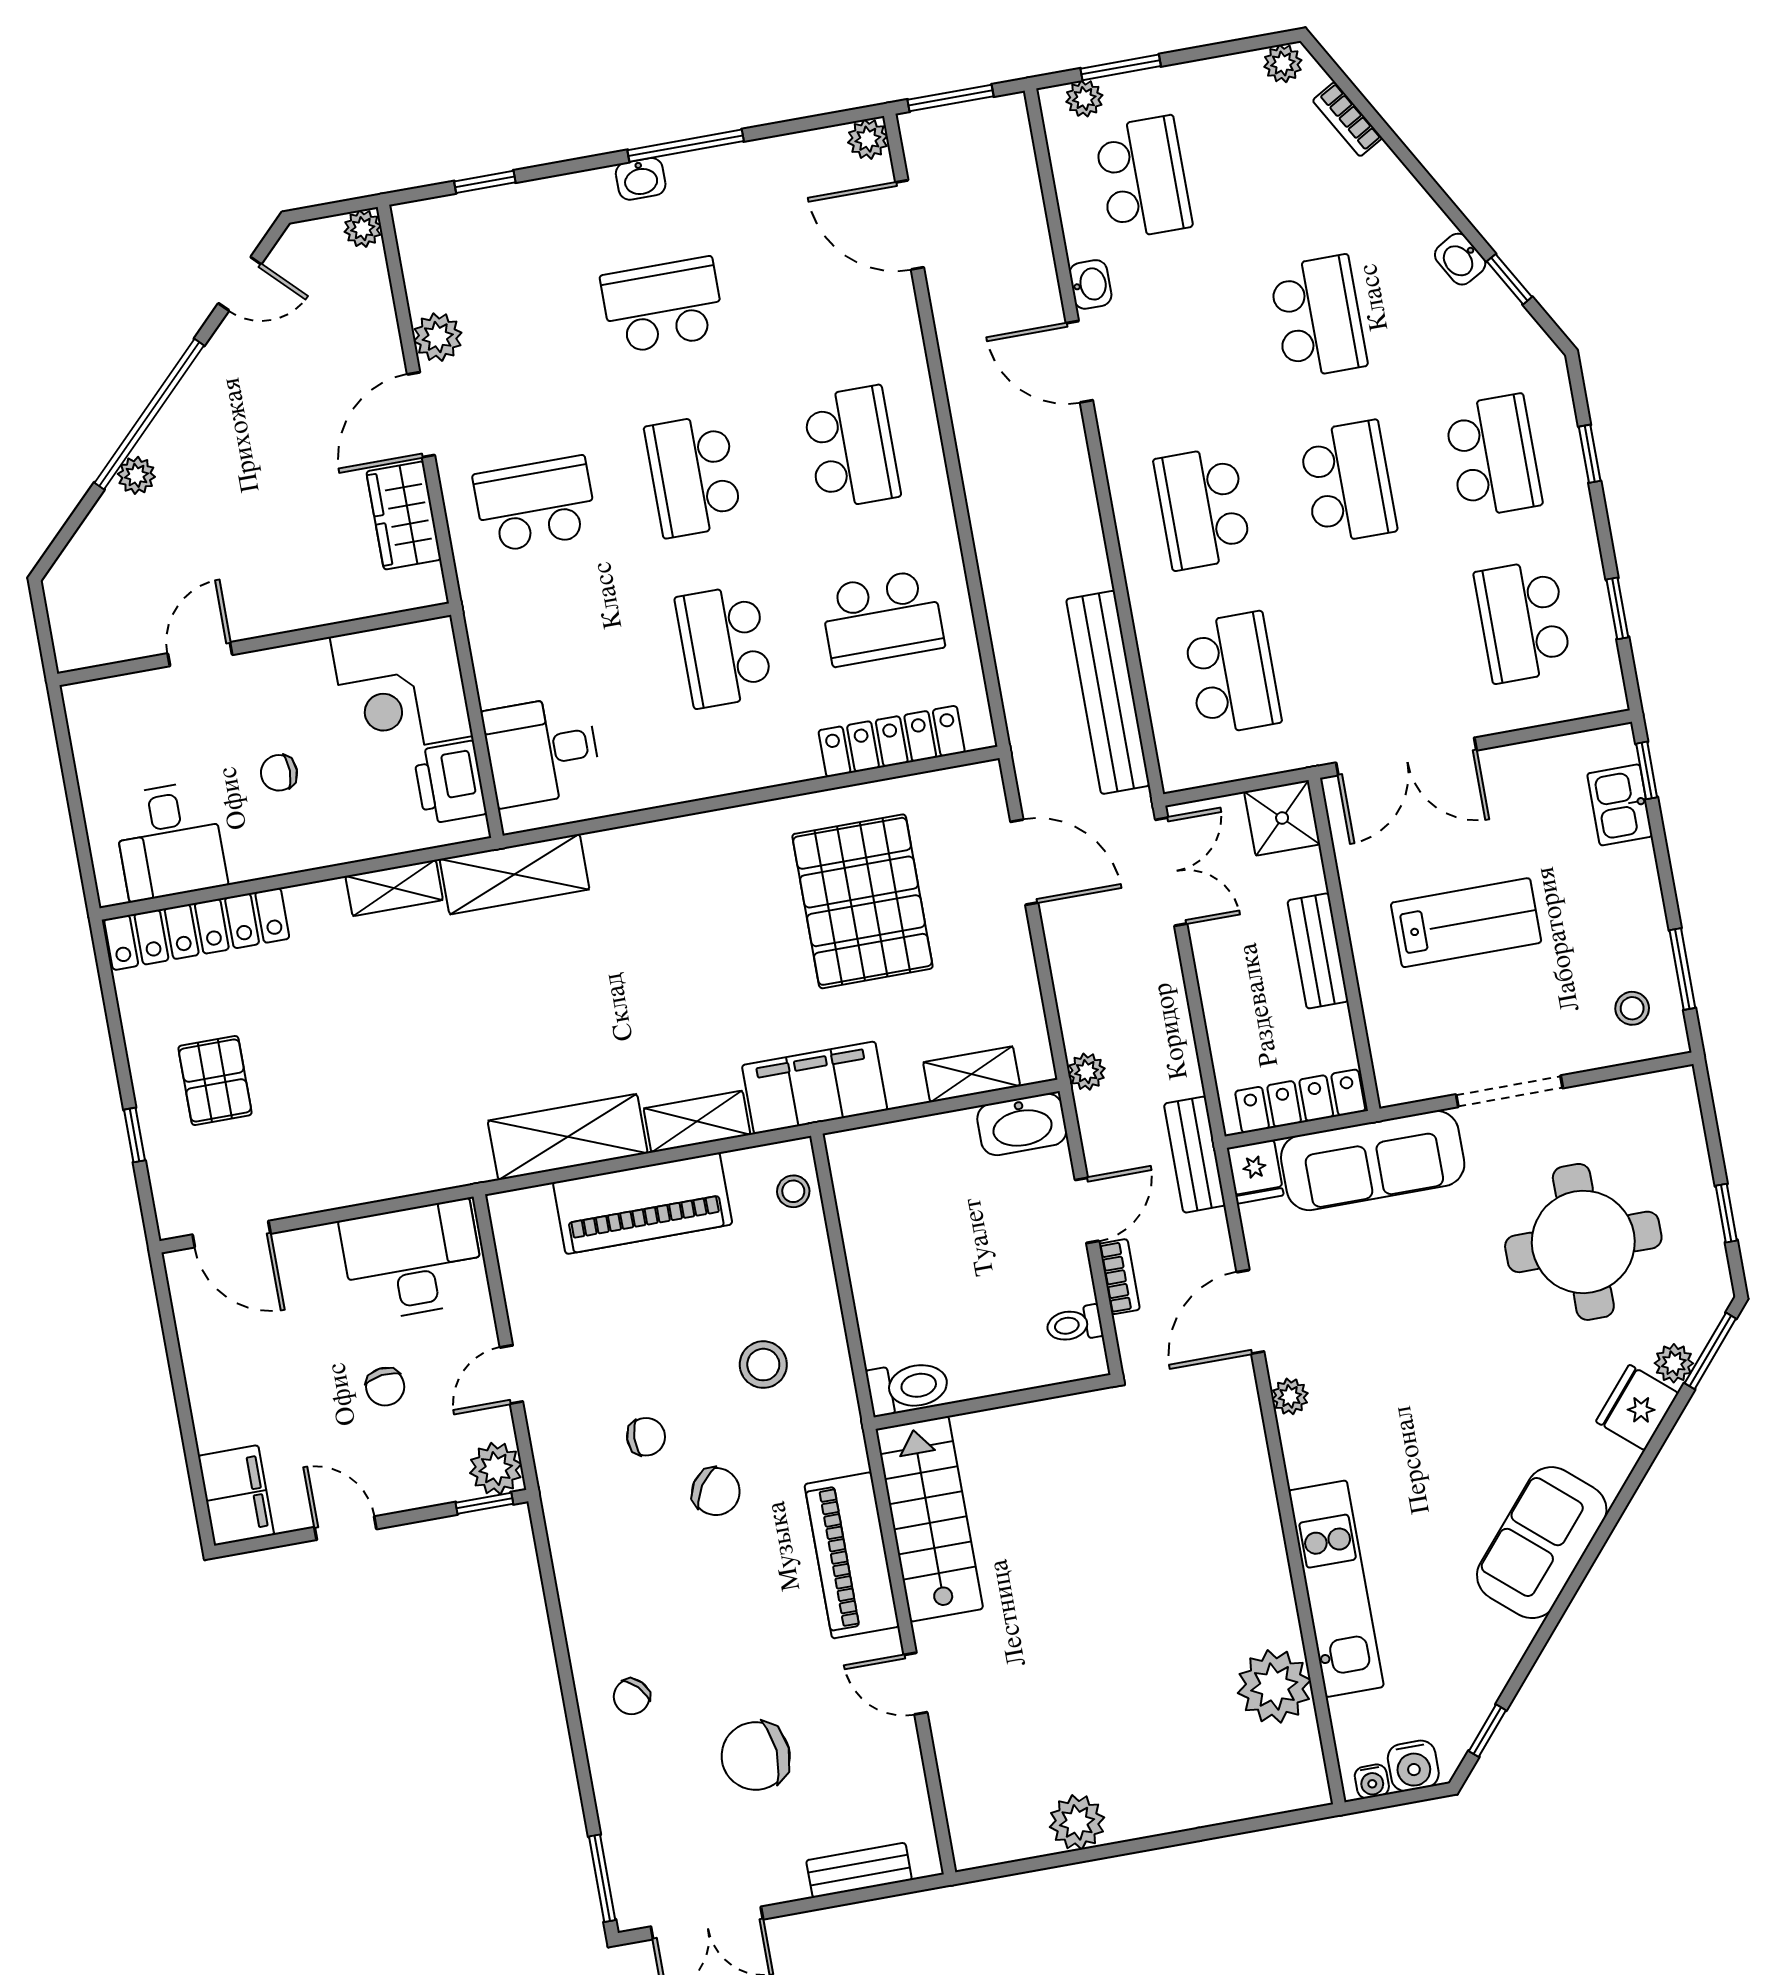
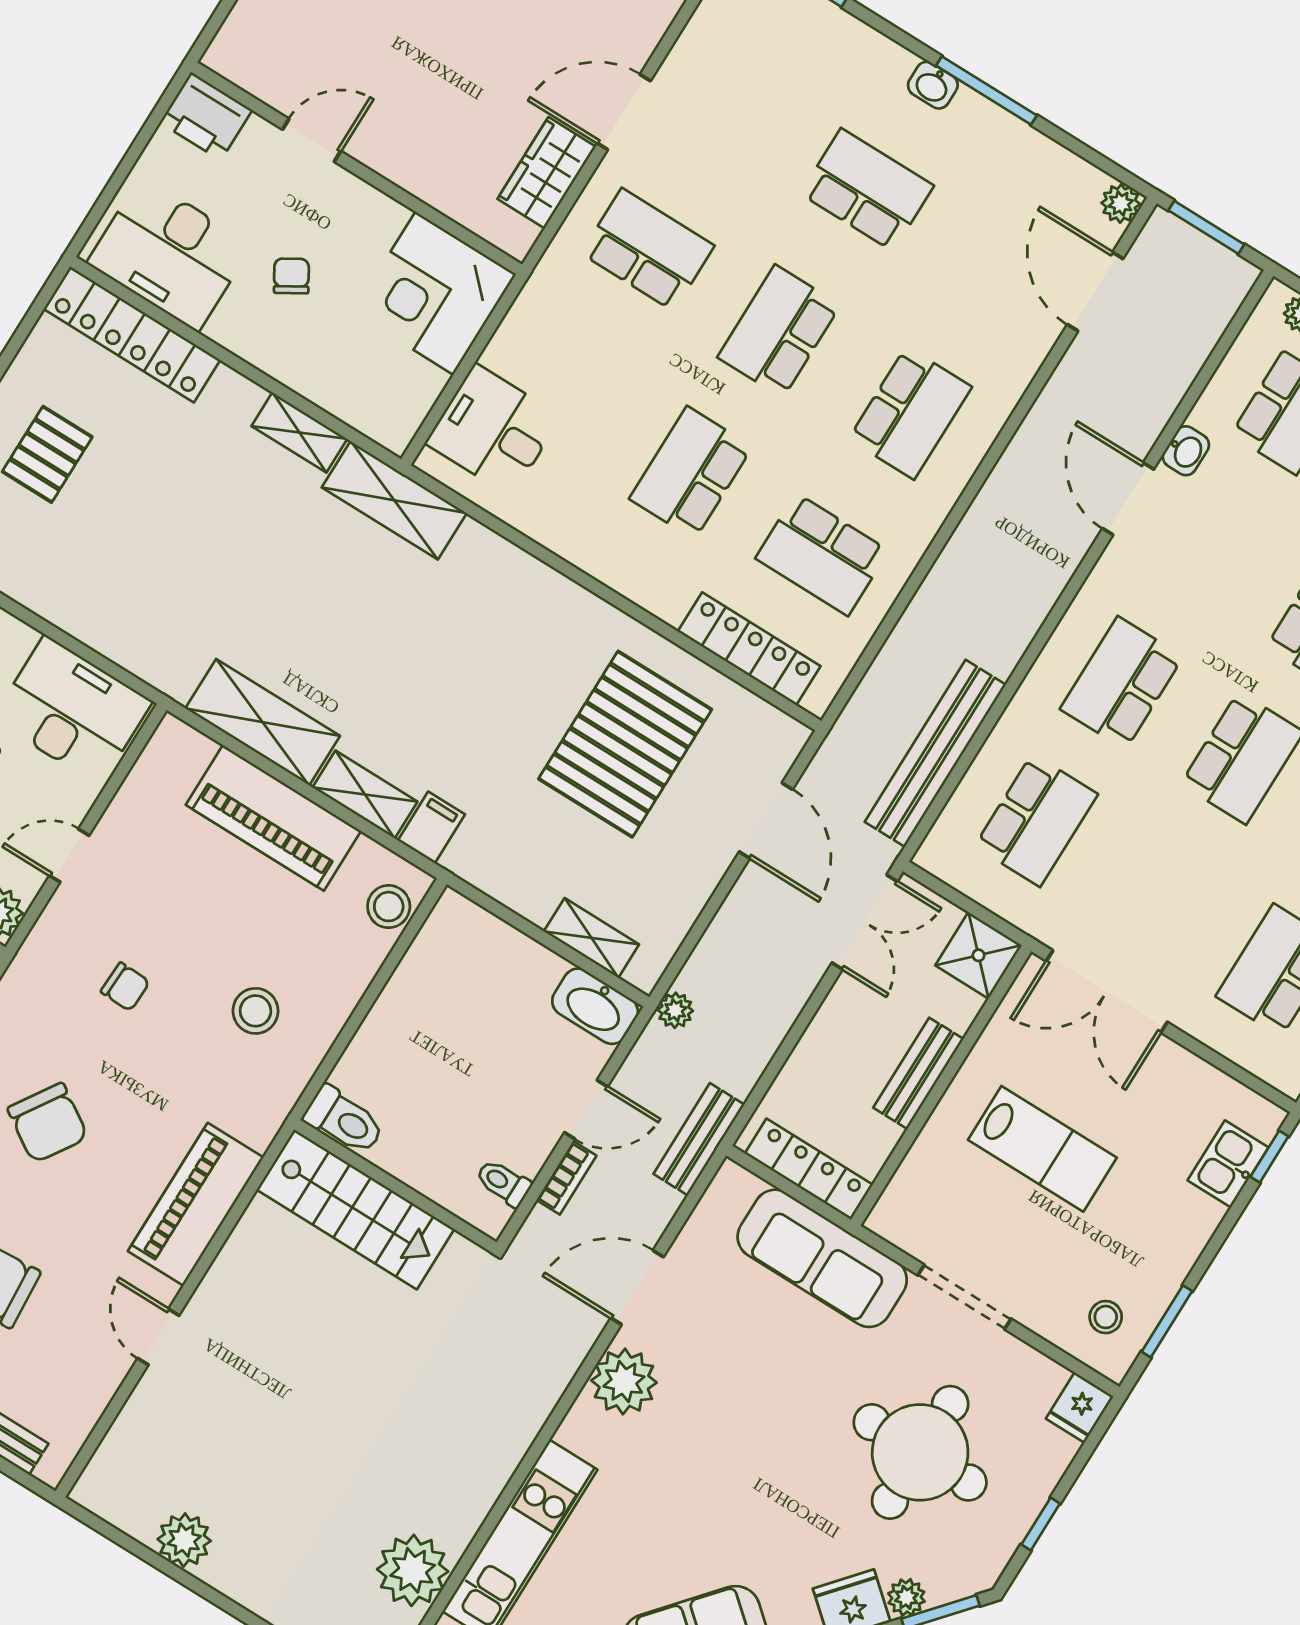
plant: (438, 337) -> (686, 67), removed
chair: (279, 773) -> (291, 276), turned 59
printer: (450, 782) -> (206, 116), moved, turned -90
desk: (170, 841) -> (170, 254), width x1.37
filing cabinet: (815, 1088) -> (431, 827), width x0.33, depth x0.86
fridge: (1255, 1172) -> (1080, 1408), moved
stool: (793, 1191) -> (389, 907), width x1.37, depth x1.37
plant: (1290, 1396) -> (624, 1382), width x1.88, depth x1.88
chair: (716, 1492) -> (48, 1123), moved, width x1.37, depth x1.37
stairs: (929, 1519) -> (355, 1209), moved, turned 90

